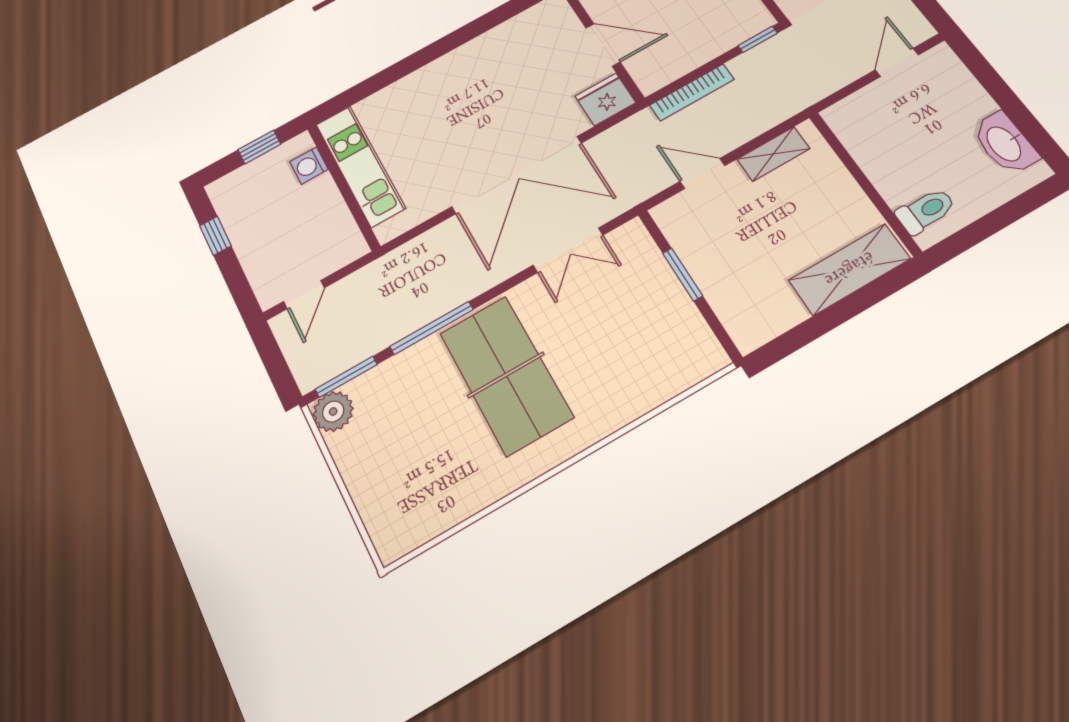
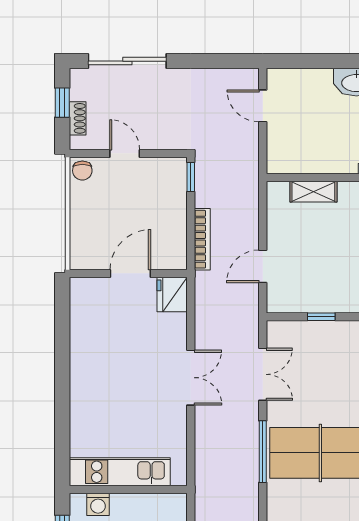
shelving: (773, 154) -> (313, 192), moved, turned 90
double door: (517, 175) -> (191, 378), width x0.54
window: (683, 275) -> (321, 317), width x0.67
window: (432, 328) -> (263, 452), moved

